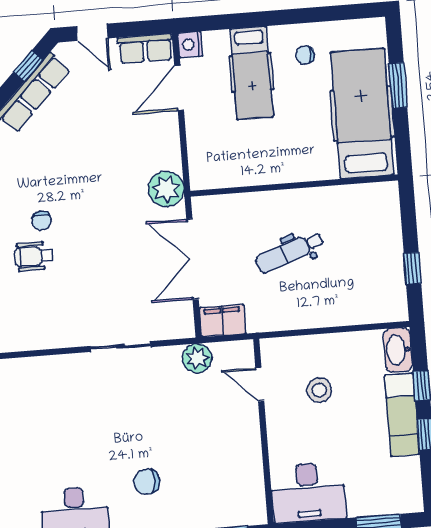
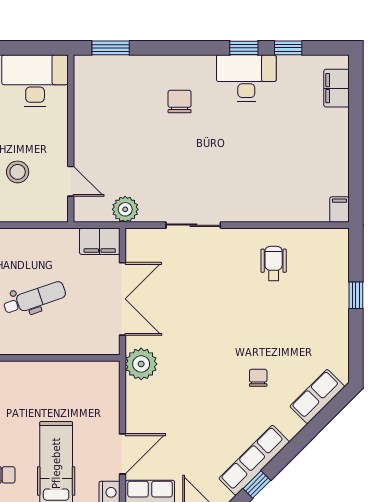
chair: (41, 221) -> (258, 378), moved
wheelchair: (34, 256) -> (274, 263), moved, turned -90
chair: (147, 482) -> (180, 102), turned -90

